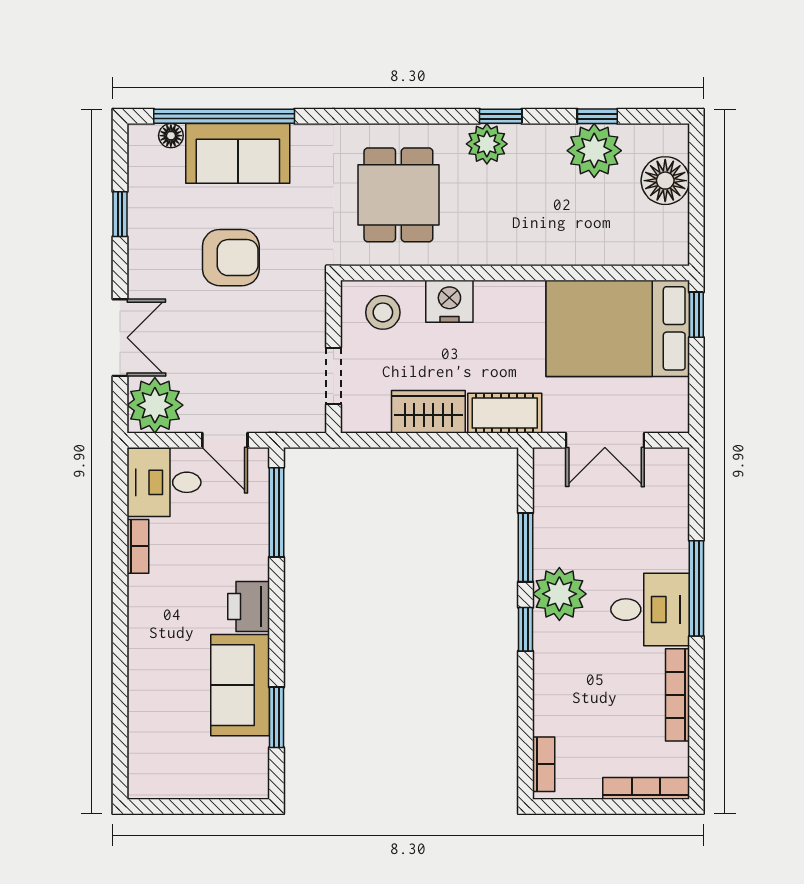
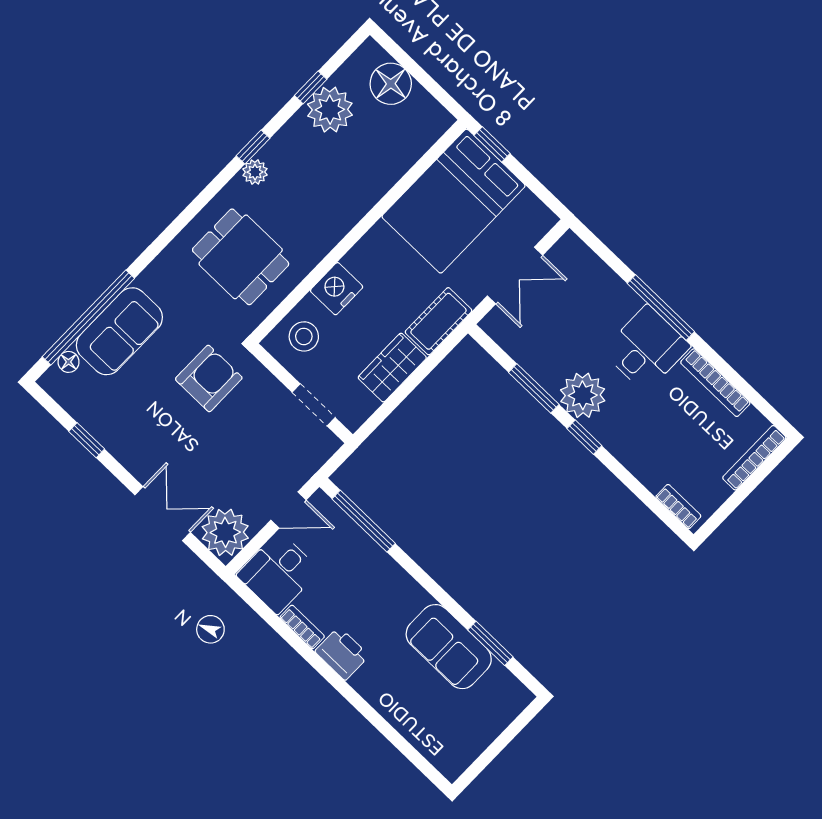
plant: (487, 144) -> (255, 172), width x0.73, depth x0.73
armchair: (231, 258) -> (209, 378), moved
printer: (249, 606) -> (342, 654), moved, turned 180

